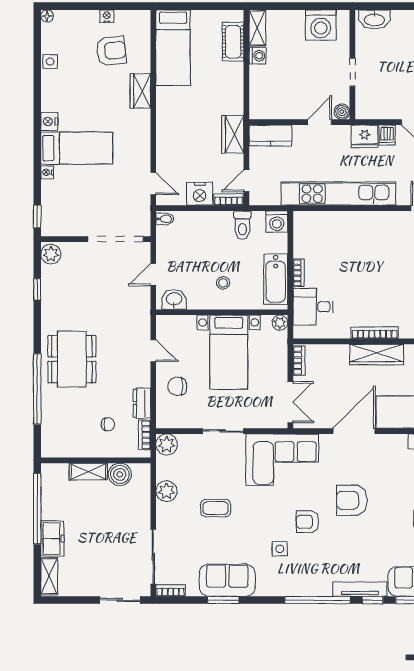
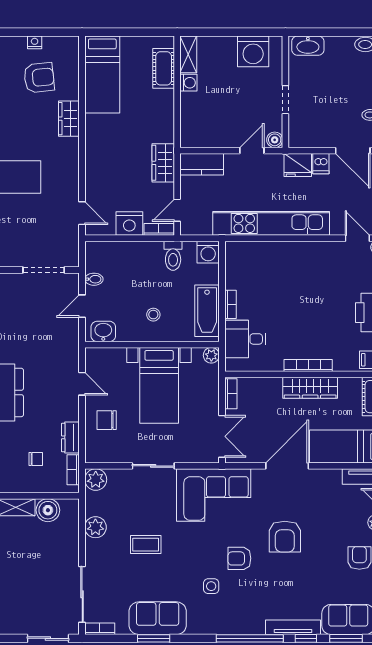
bidet: (165, 219) -> (94, 279), moved
doorway: (116, 239) -> (44, 270), width x0.73
armchair: (352, 500) -> (285, 537), turned -90

